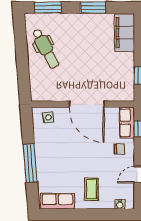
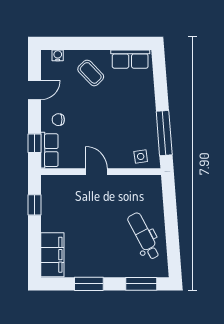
door: (87, 104) -> (96, 172), width x0.53
window: (30, 163) -> (164, 133), moved
coffee table: (91, 189) -> (91, 73), turned -44

